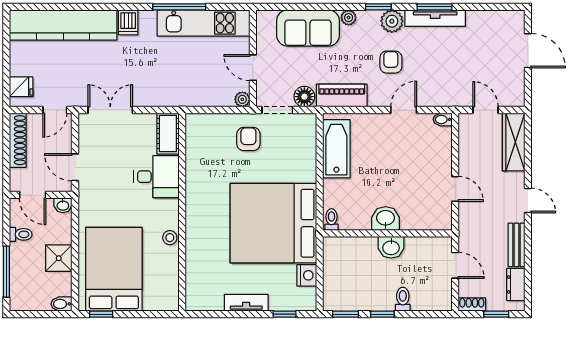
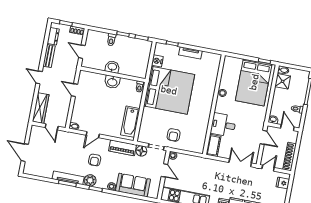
double door: (110, 110) -> (240, 163), swing flipped
shower: (59, 258) -> (283, 81), moved

